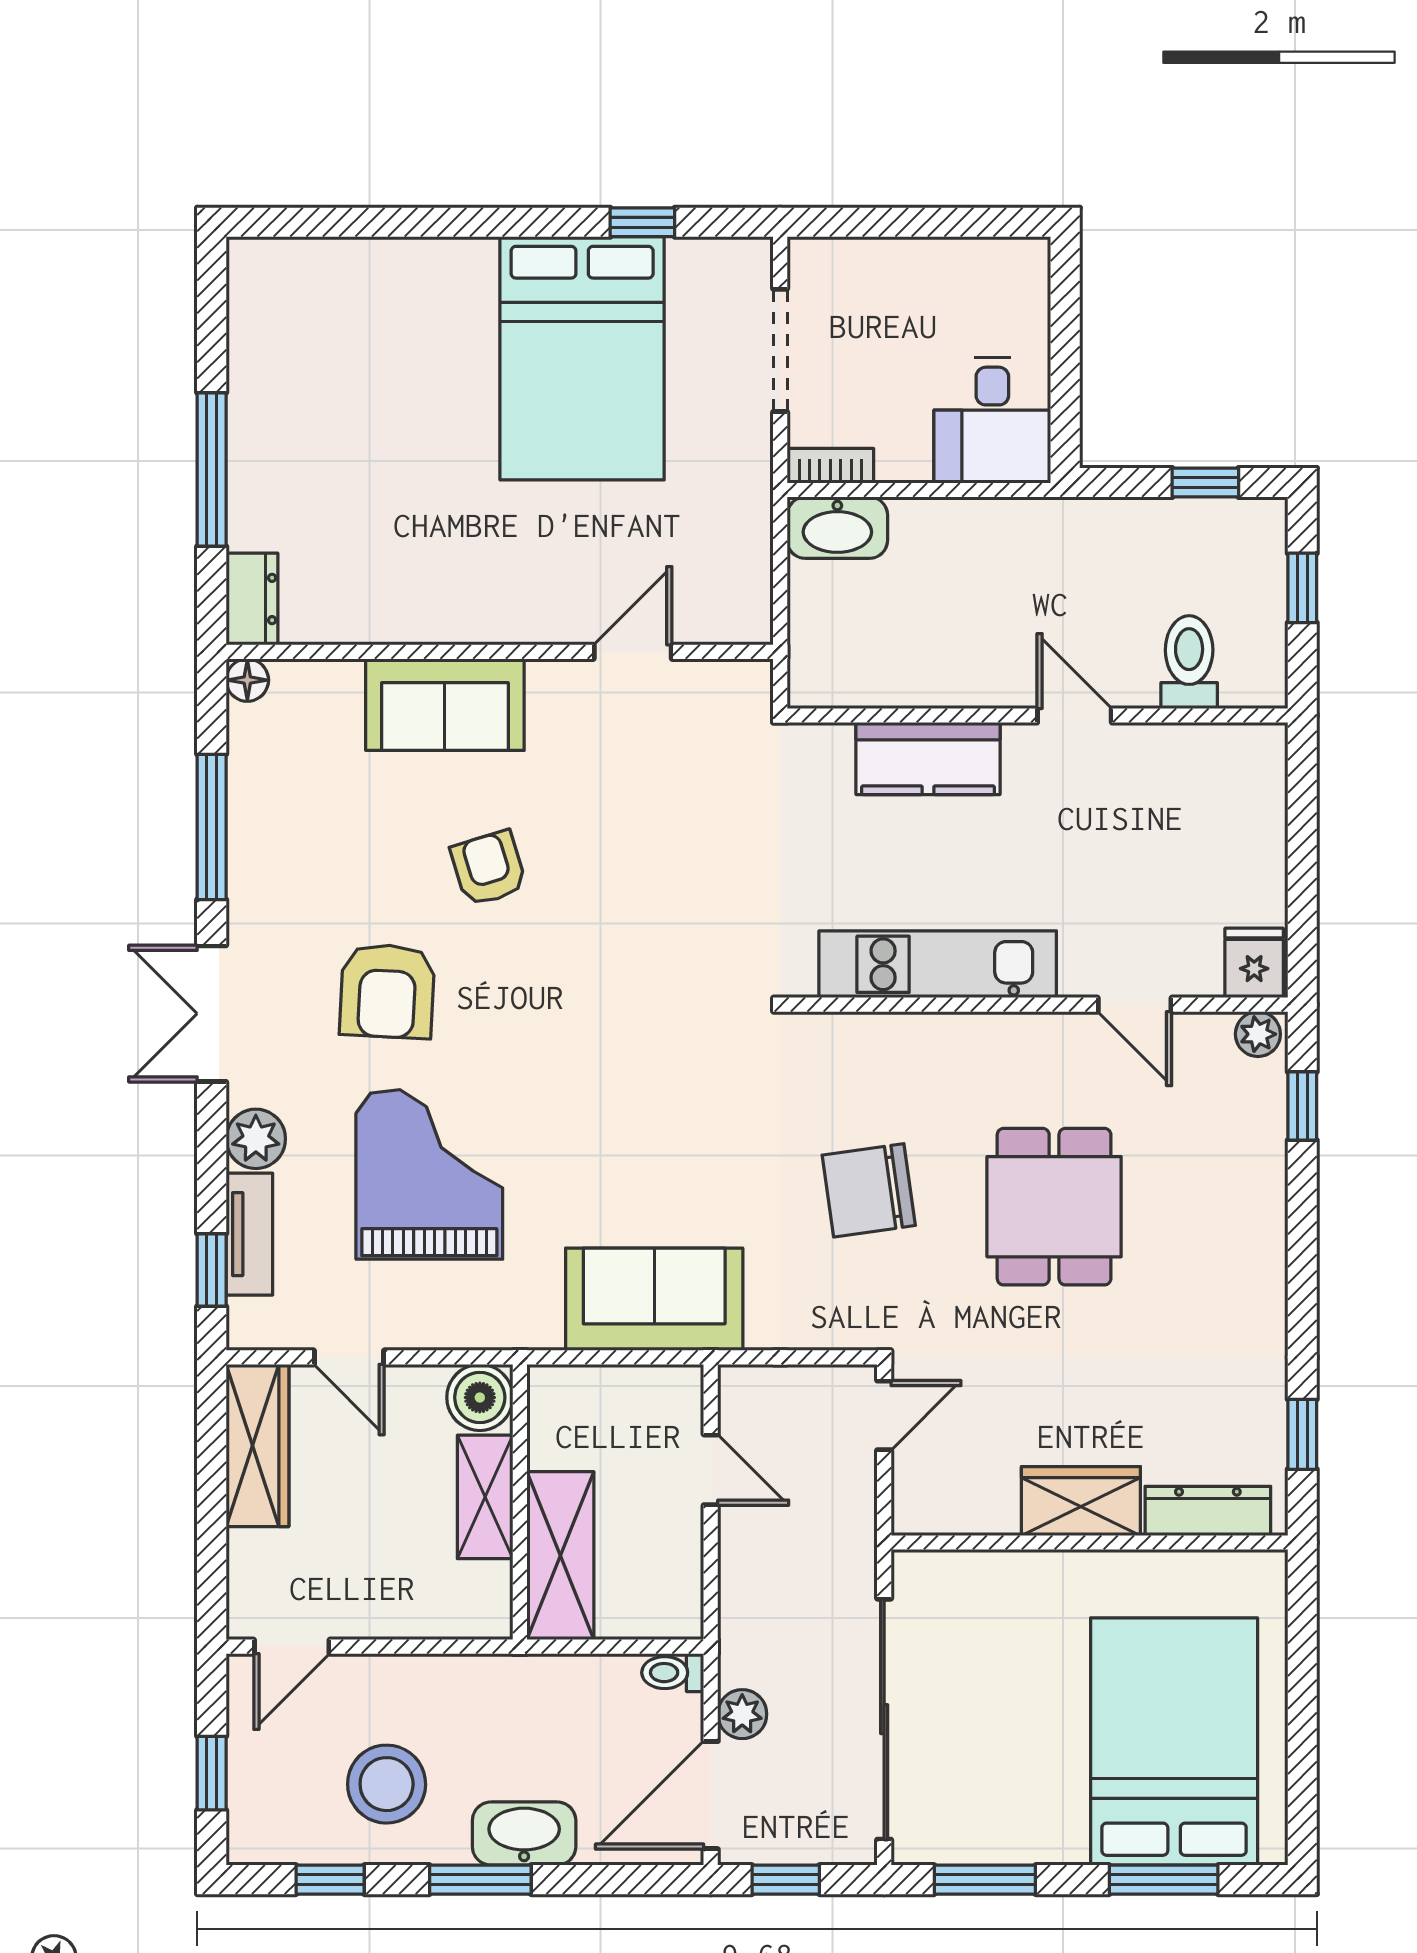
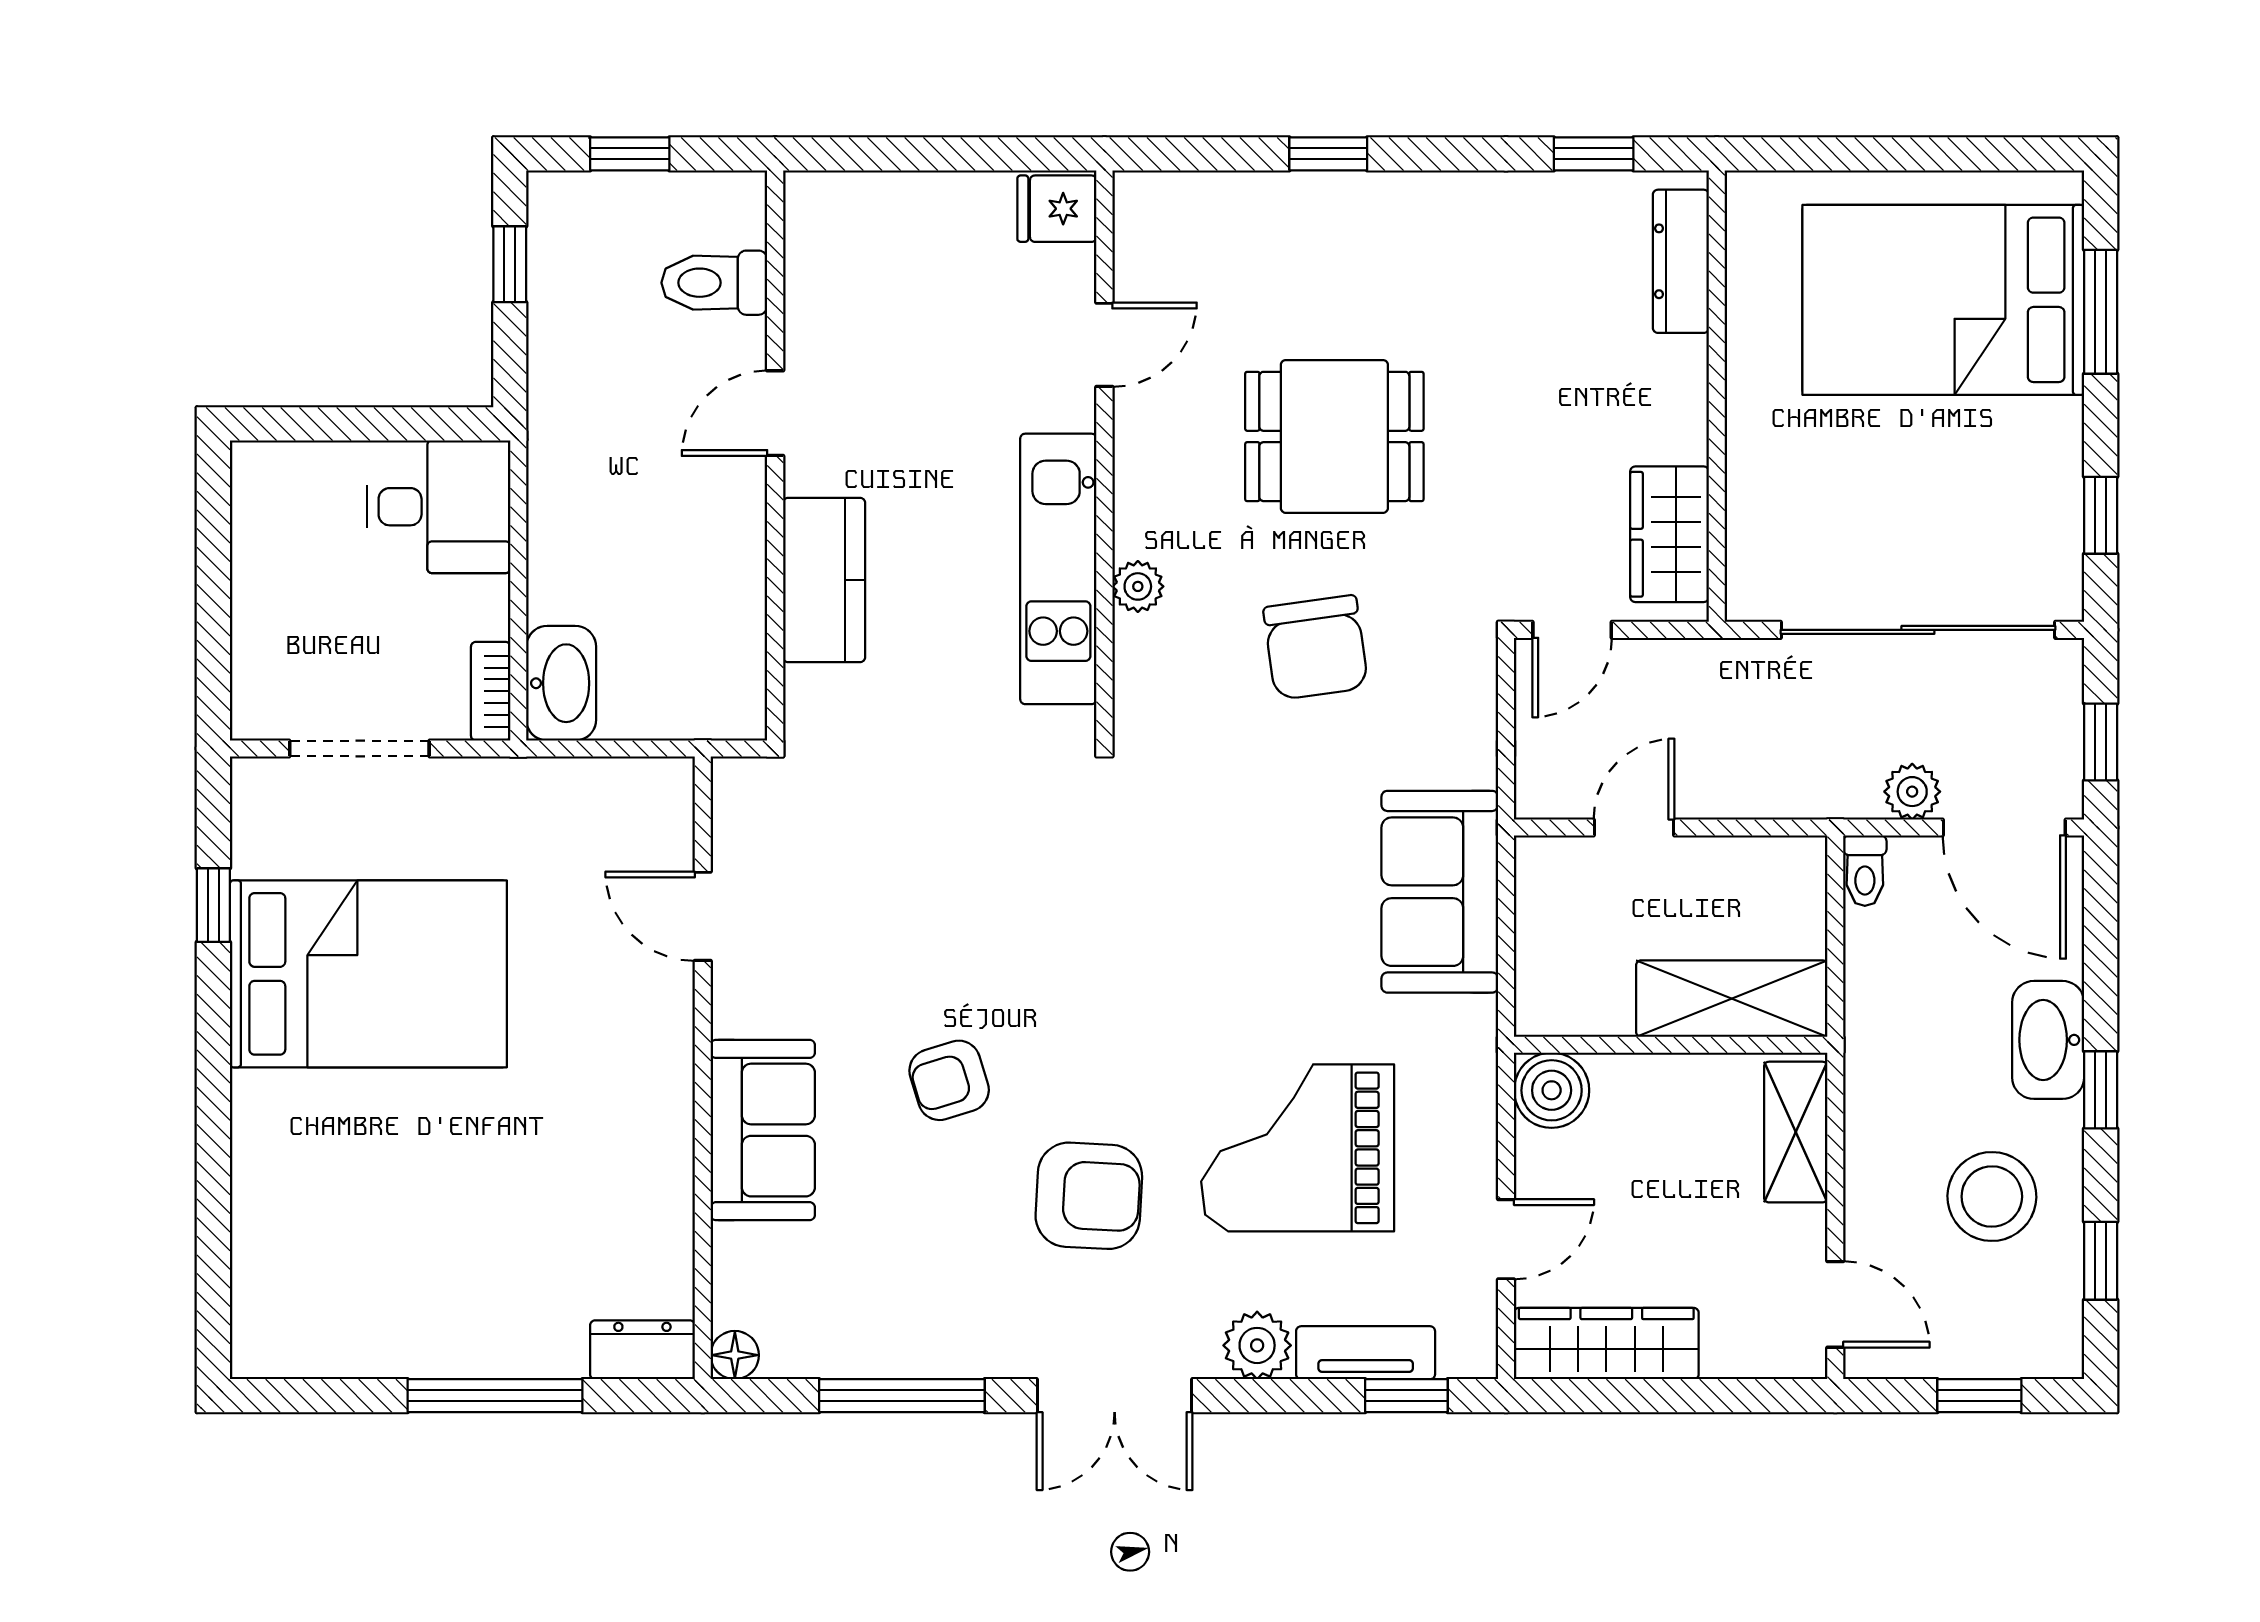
plant: (1258, 1034) -> (1138, 586), moved
window: (1302, 1106) -> (1328, 154), moved
door: (884, 1415) -> (1572, 630), swing flipped
shelving: (485, 1497) -> (1796, 1132), moved, turned 90
wardrobe: (1081, 1501) -> (1670, 534), moved
window: (480, 1880) -> (2101, 1090), width x0.67
window: (985, 1880) -> (2101, 515), width x0.67

